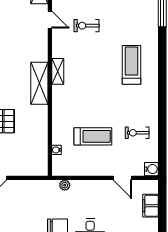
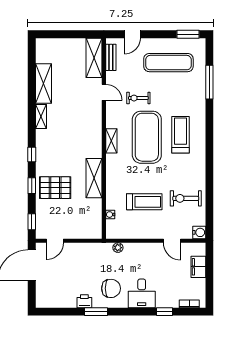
exercise mat: (96, 67) -> (147, 137), added
shelving: (39, 83) -> (94, 178), moved
exercise bike: (137, 133) -> (186, 198), width x1.38, depth x1.39

